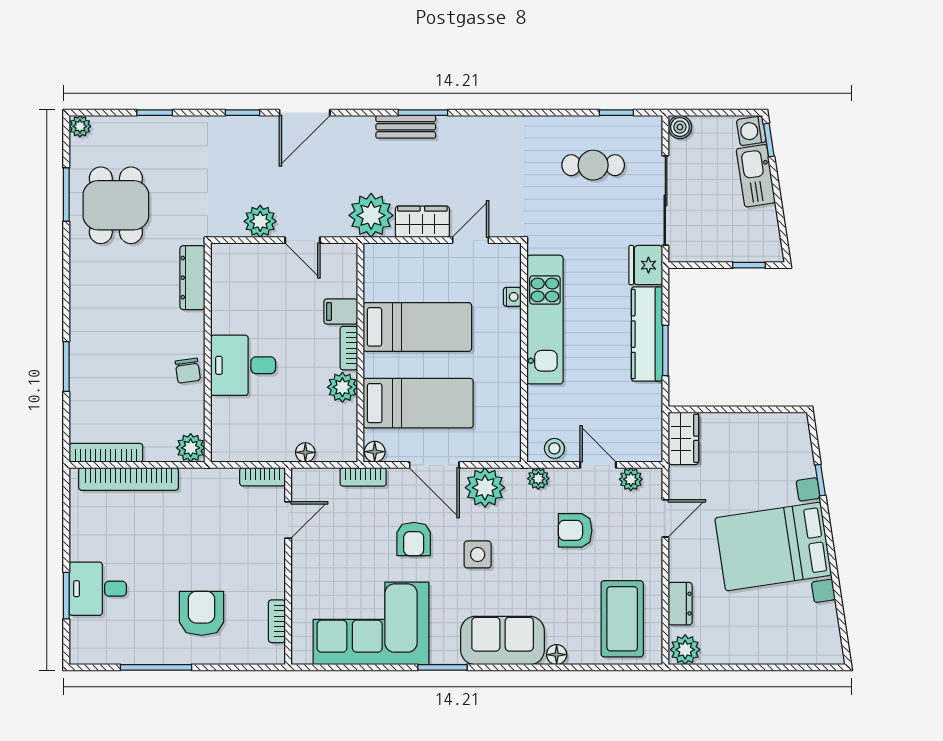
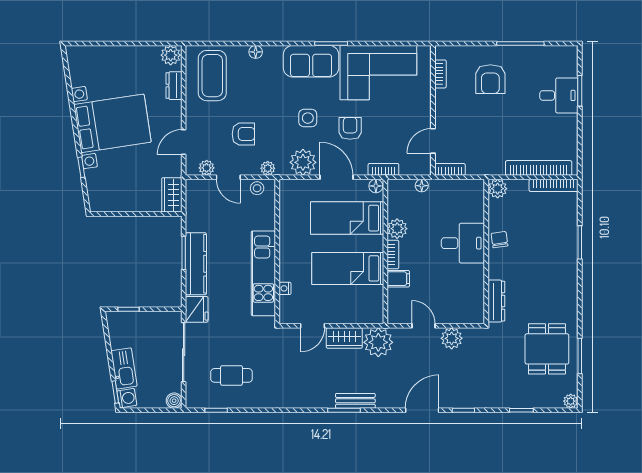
sofa: (503, 640) -> (311, 61), moved

